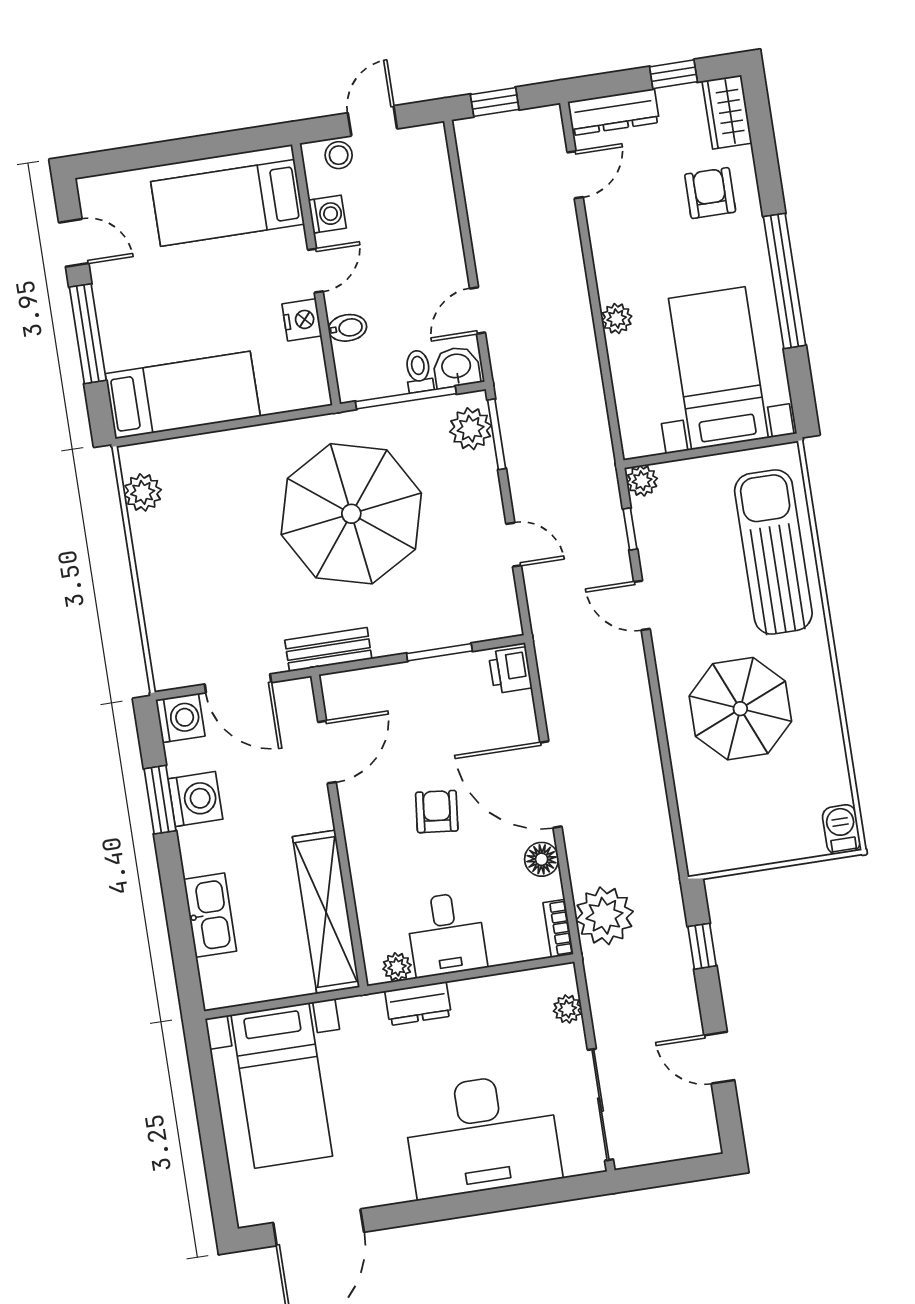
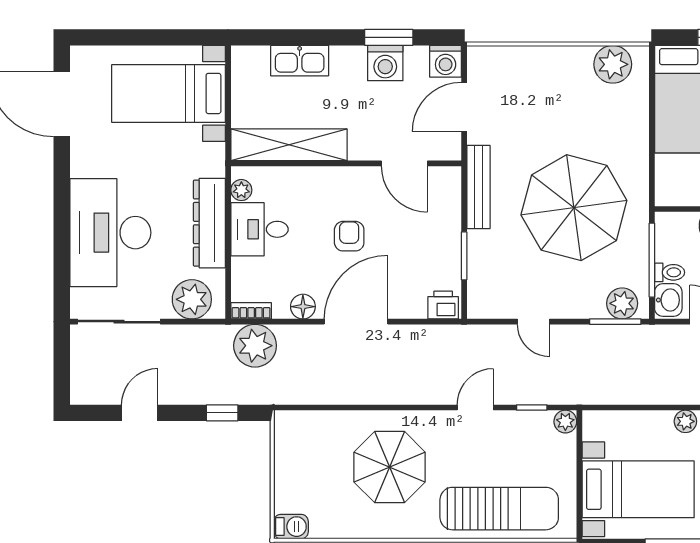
plant: (143, 492) -> (613, 64), width x1.36, depth x1.36
door: (514, 545) -> (534, 322), hinge flipped
bench: (328, 650) -> (478, 187), width x1.36
armchair: (437, 812) -> (349, 236), turned -96
dresser: (418, 1003) -> (209, 223), width x1.96, depth x1.24
plant: (567, 1009) -> (192, 299), width x1.88, depth x1.88

